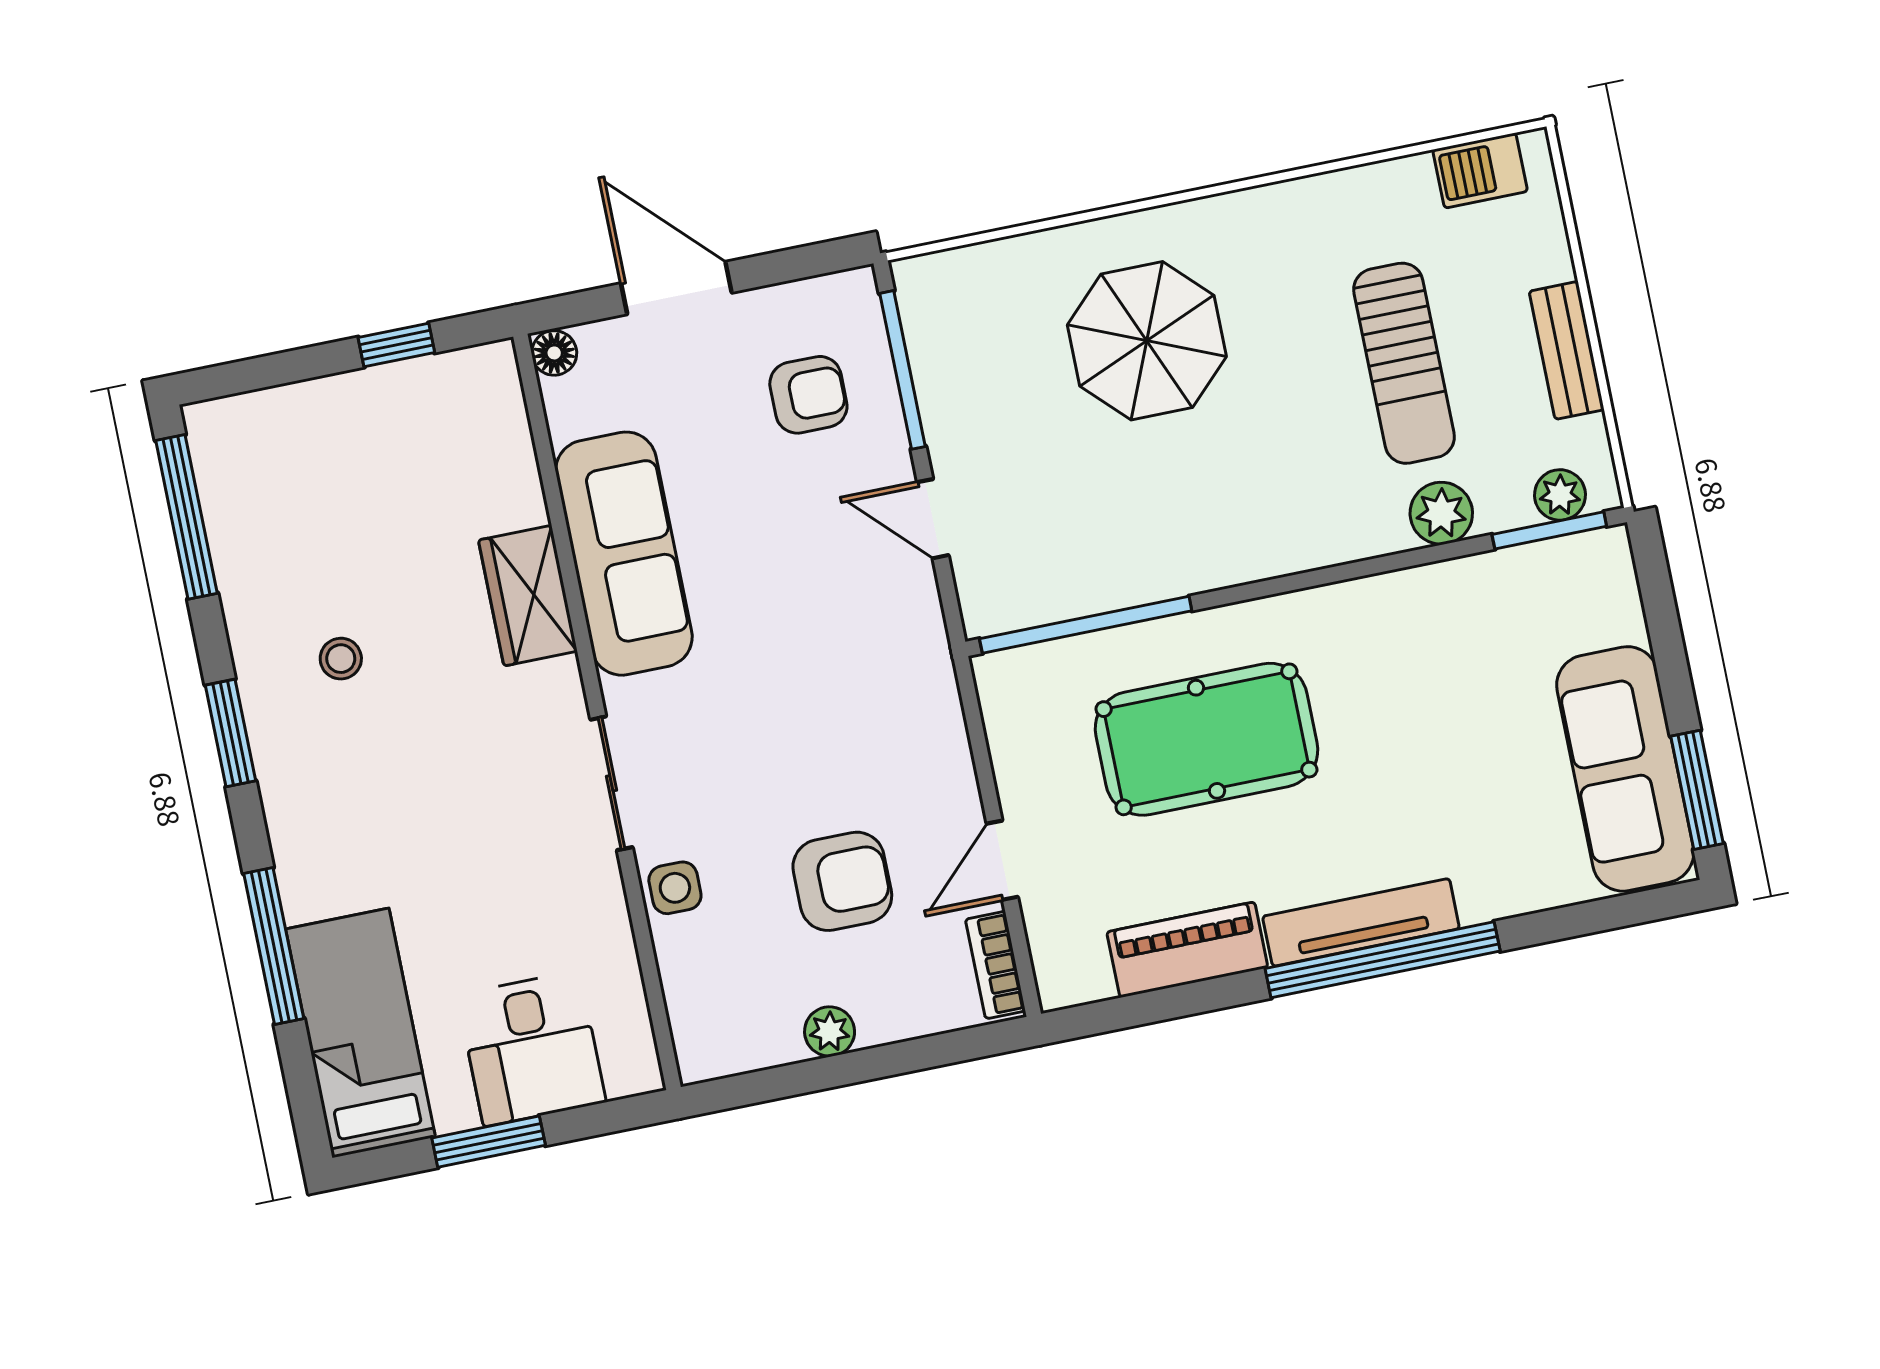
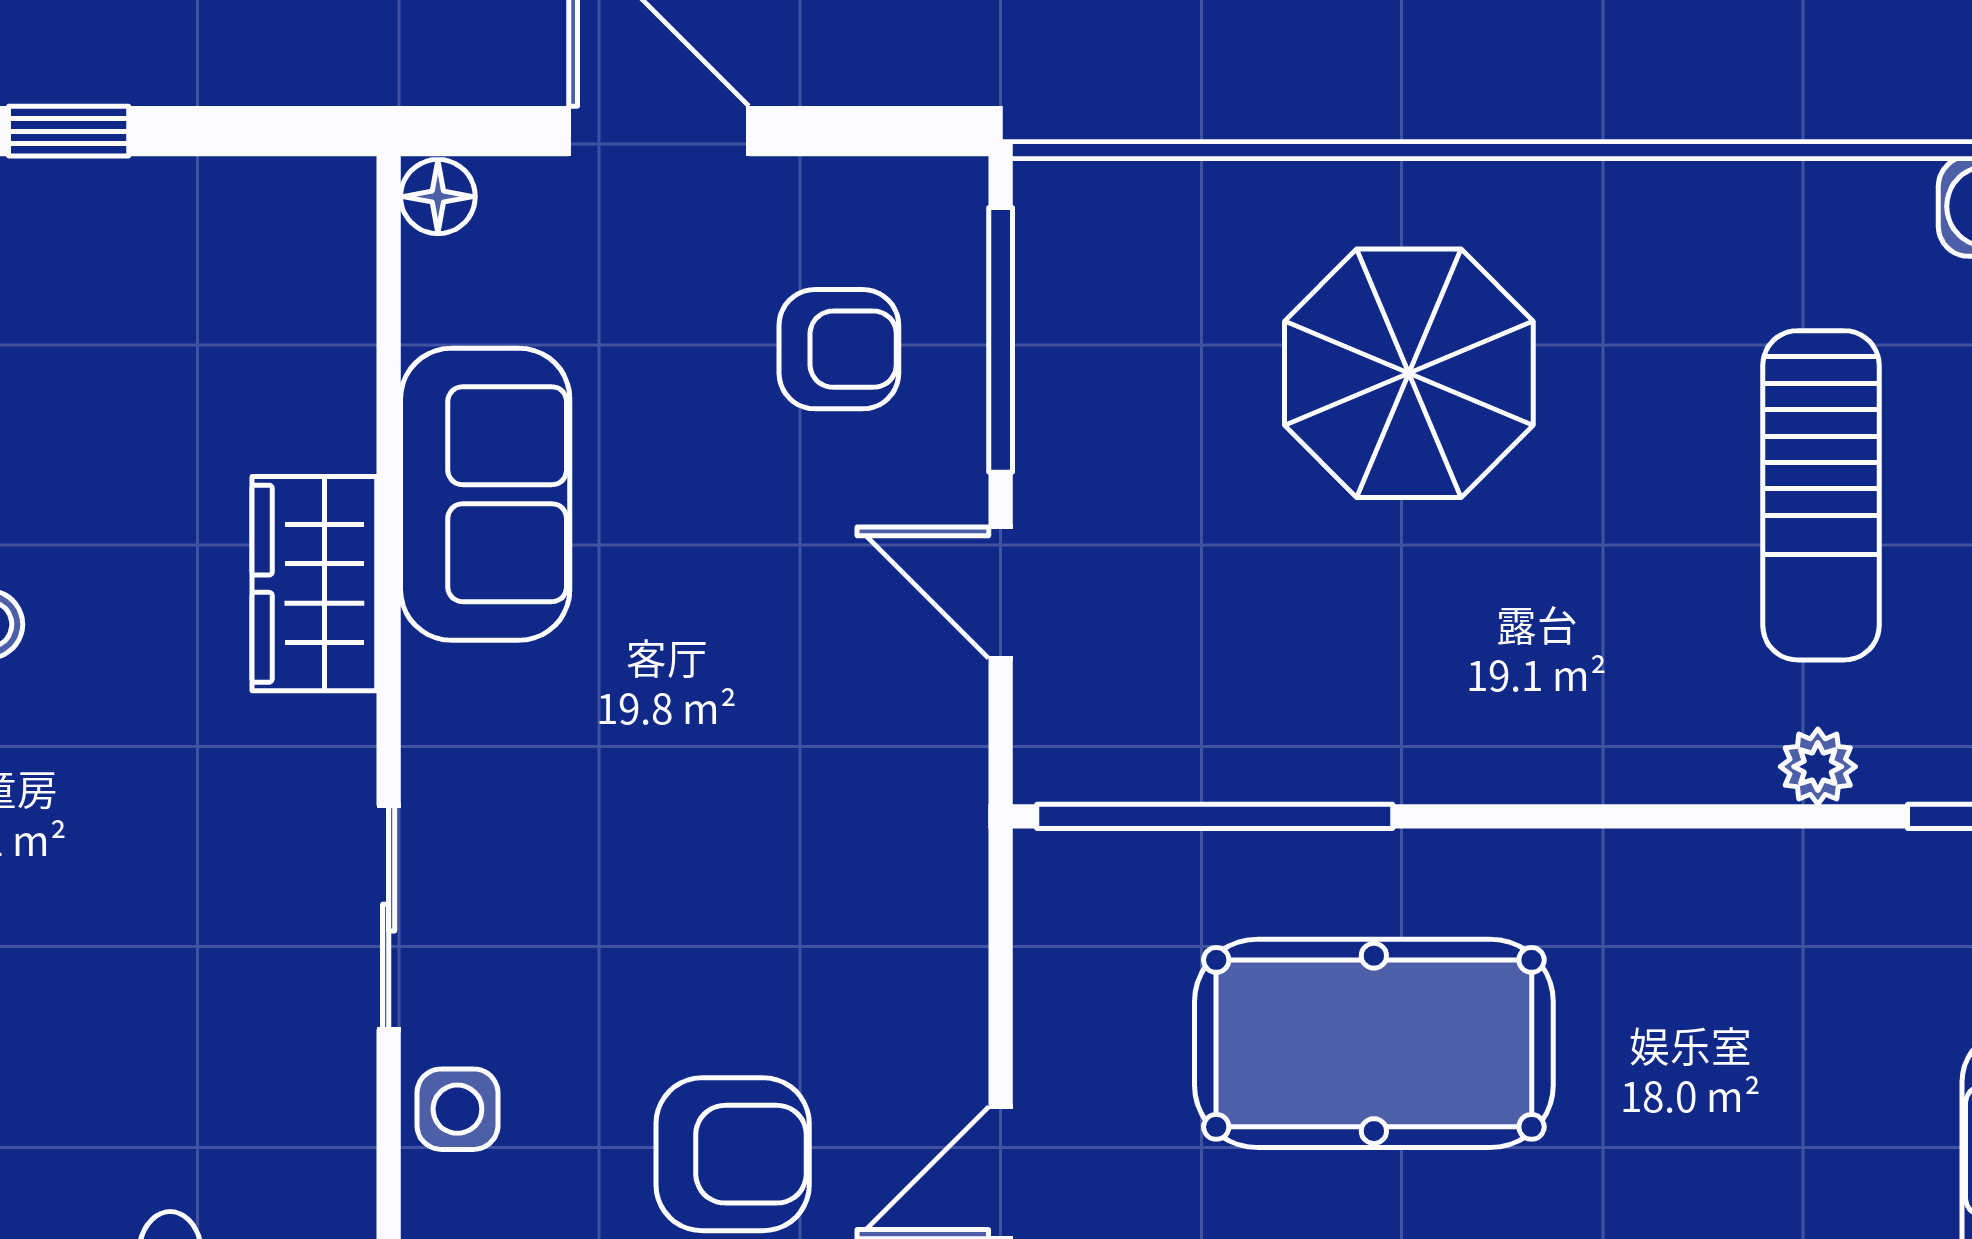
window: (396, 345) -> (69, 131), moved
plant: (1441, 513) -> (1818, 767), width x0.73, depth x0.73
sofa: (624, 554) -> (485, 494), width x0.73

